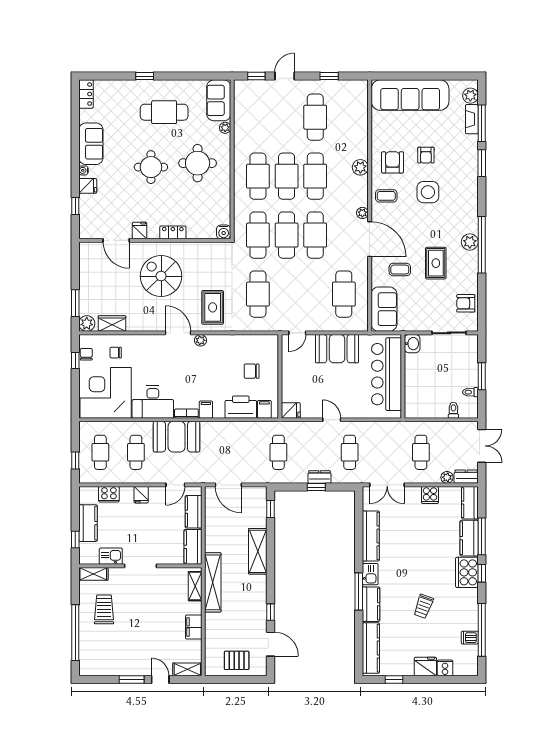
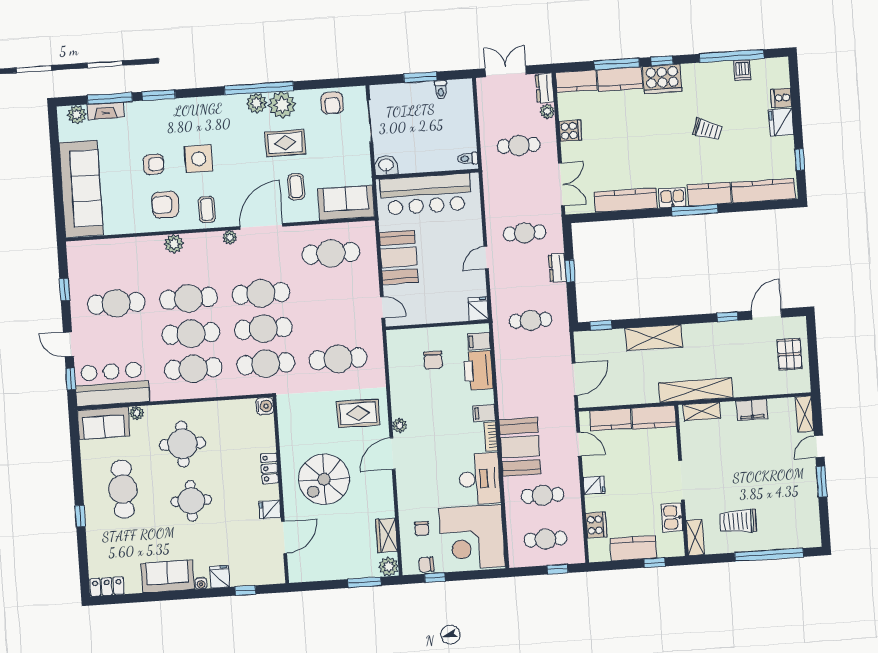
bar counter: (250, 109) -> (112, 384), added
plant: (467, 263) -> (282, 105), added
toilet: (453, 410) -> (468, 159), moved

